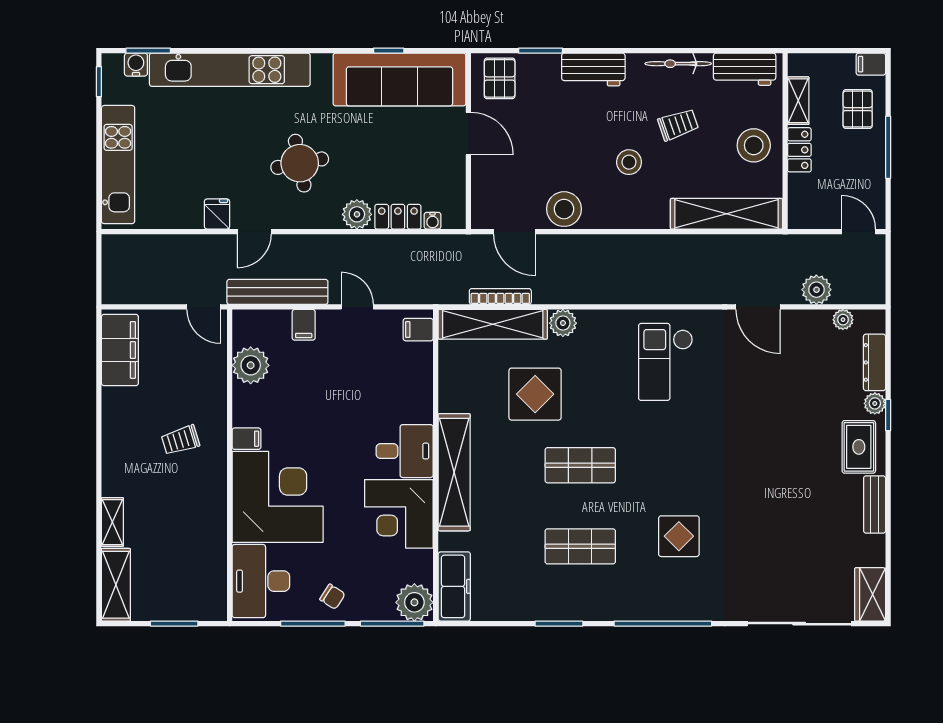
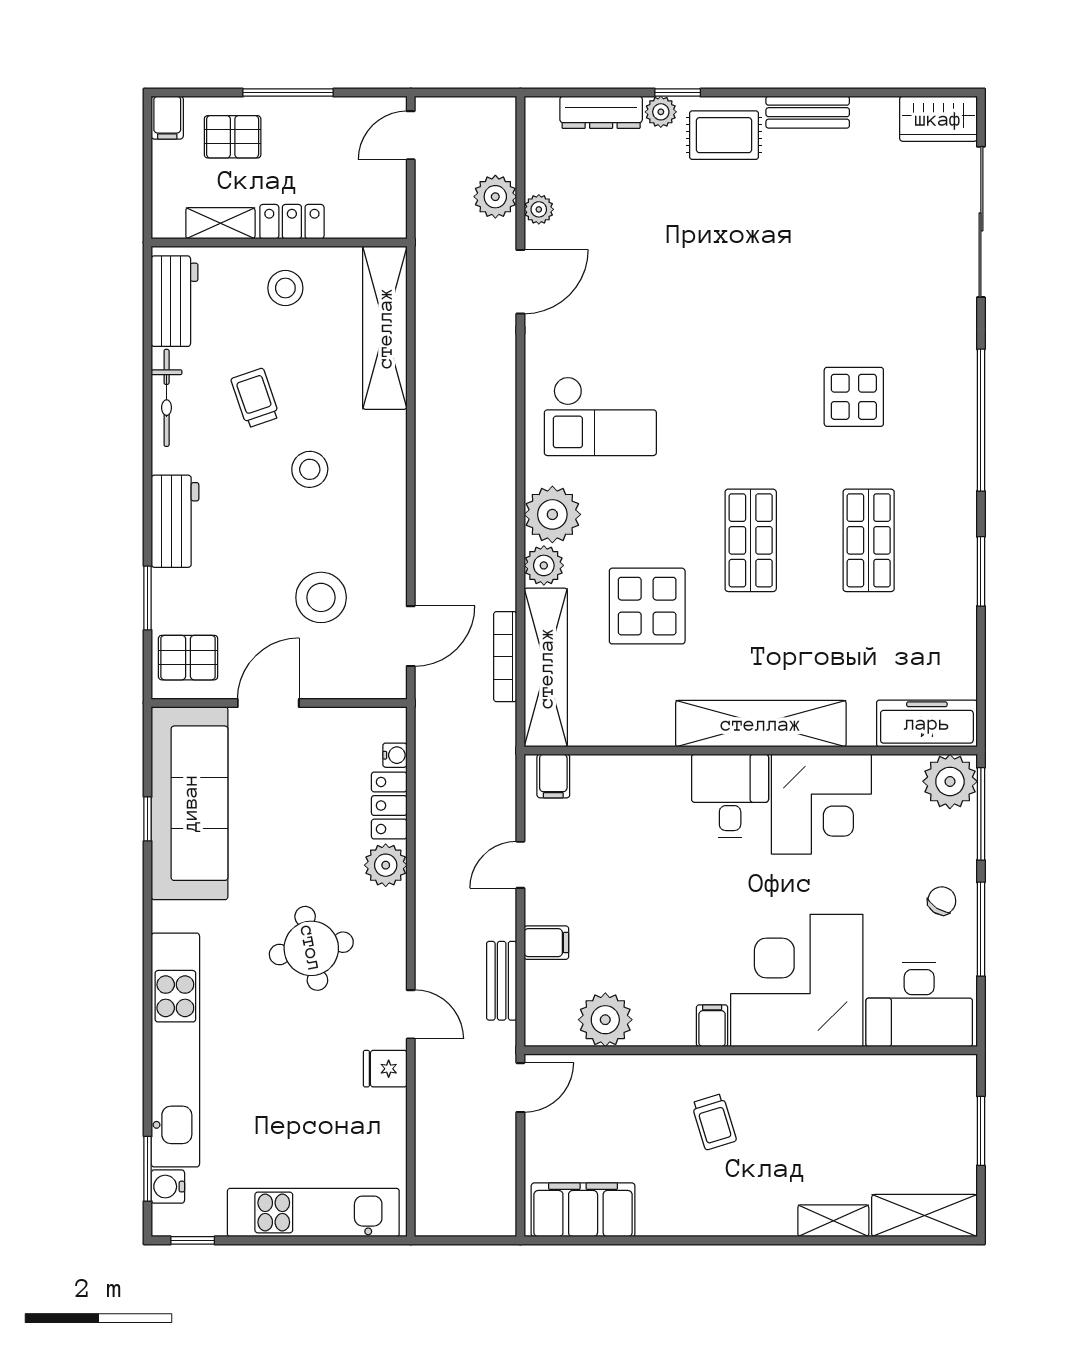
stool: (754, 145) -> (285, 288), width x0.73, depth x0.73
stool: (564, 209) -> (321, 597), moved
bench: (277, 292) -> (502, 981), width x0.54, depth x0.82
plant: (843, 320) -> (539, 209), moved
plant: (598, 329) -> (552, 514), added

